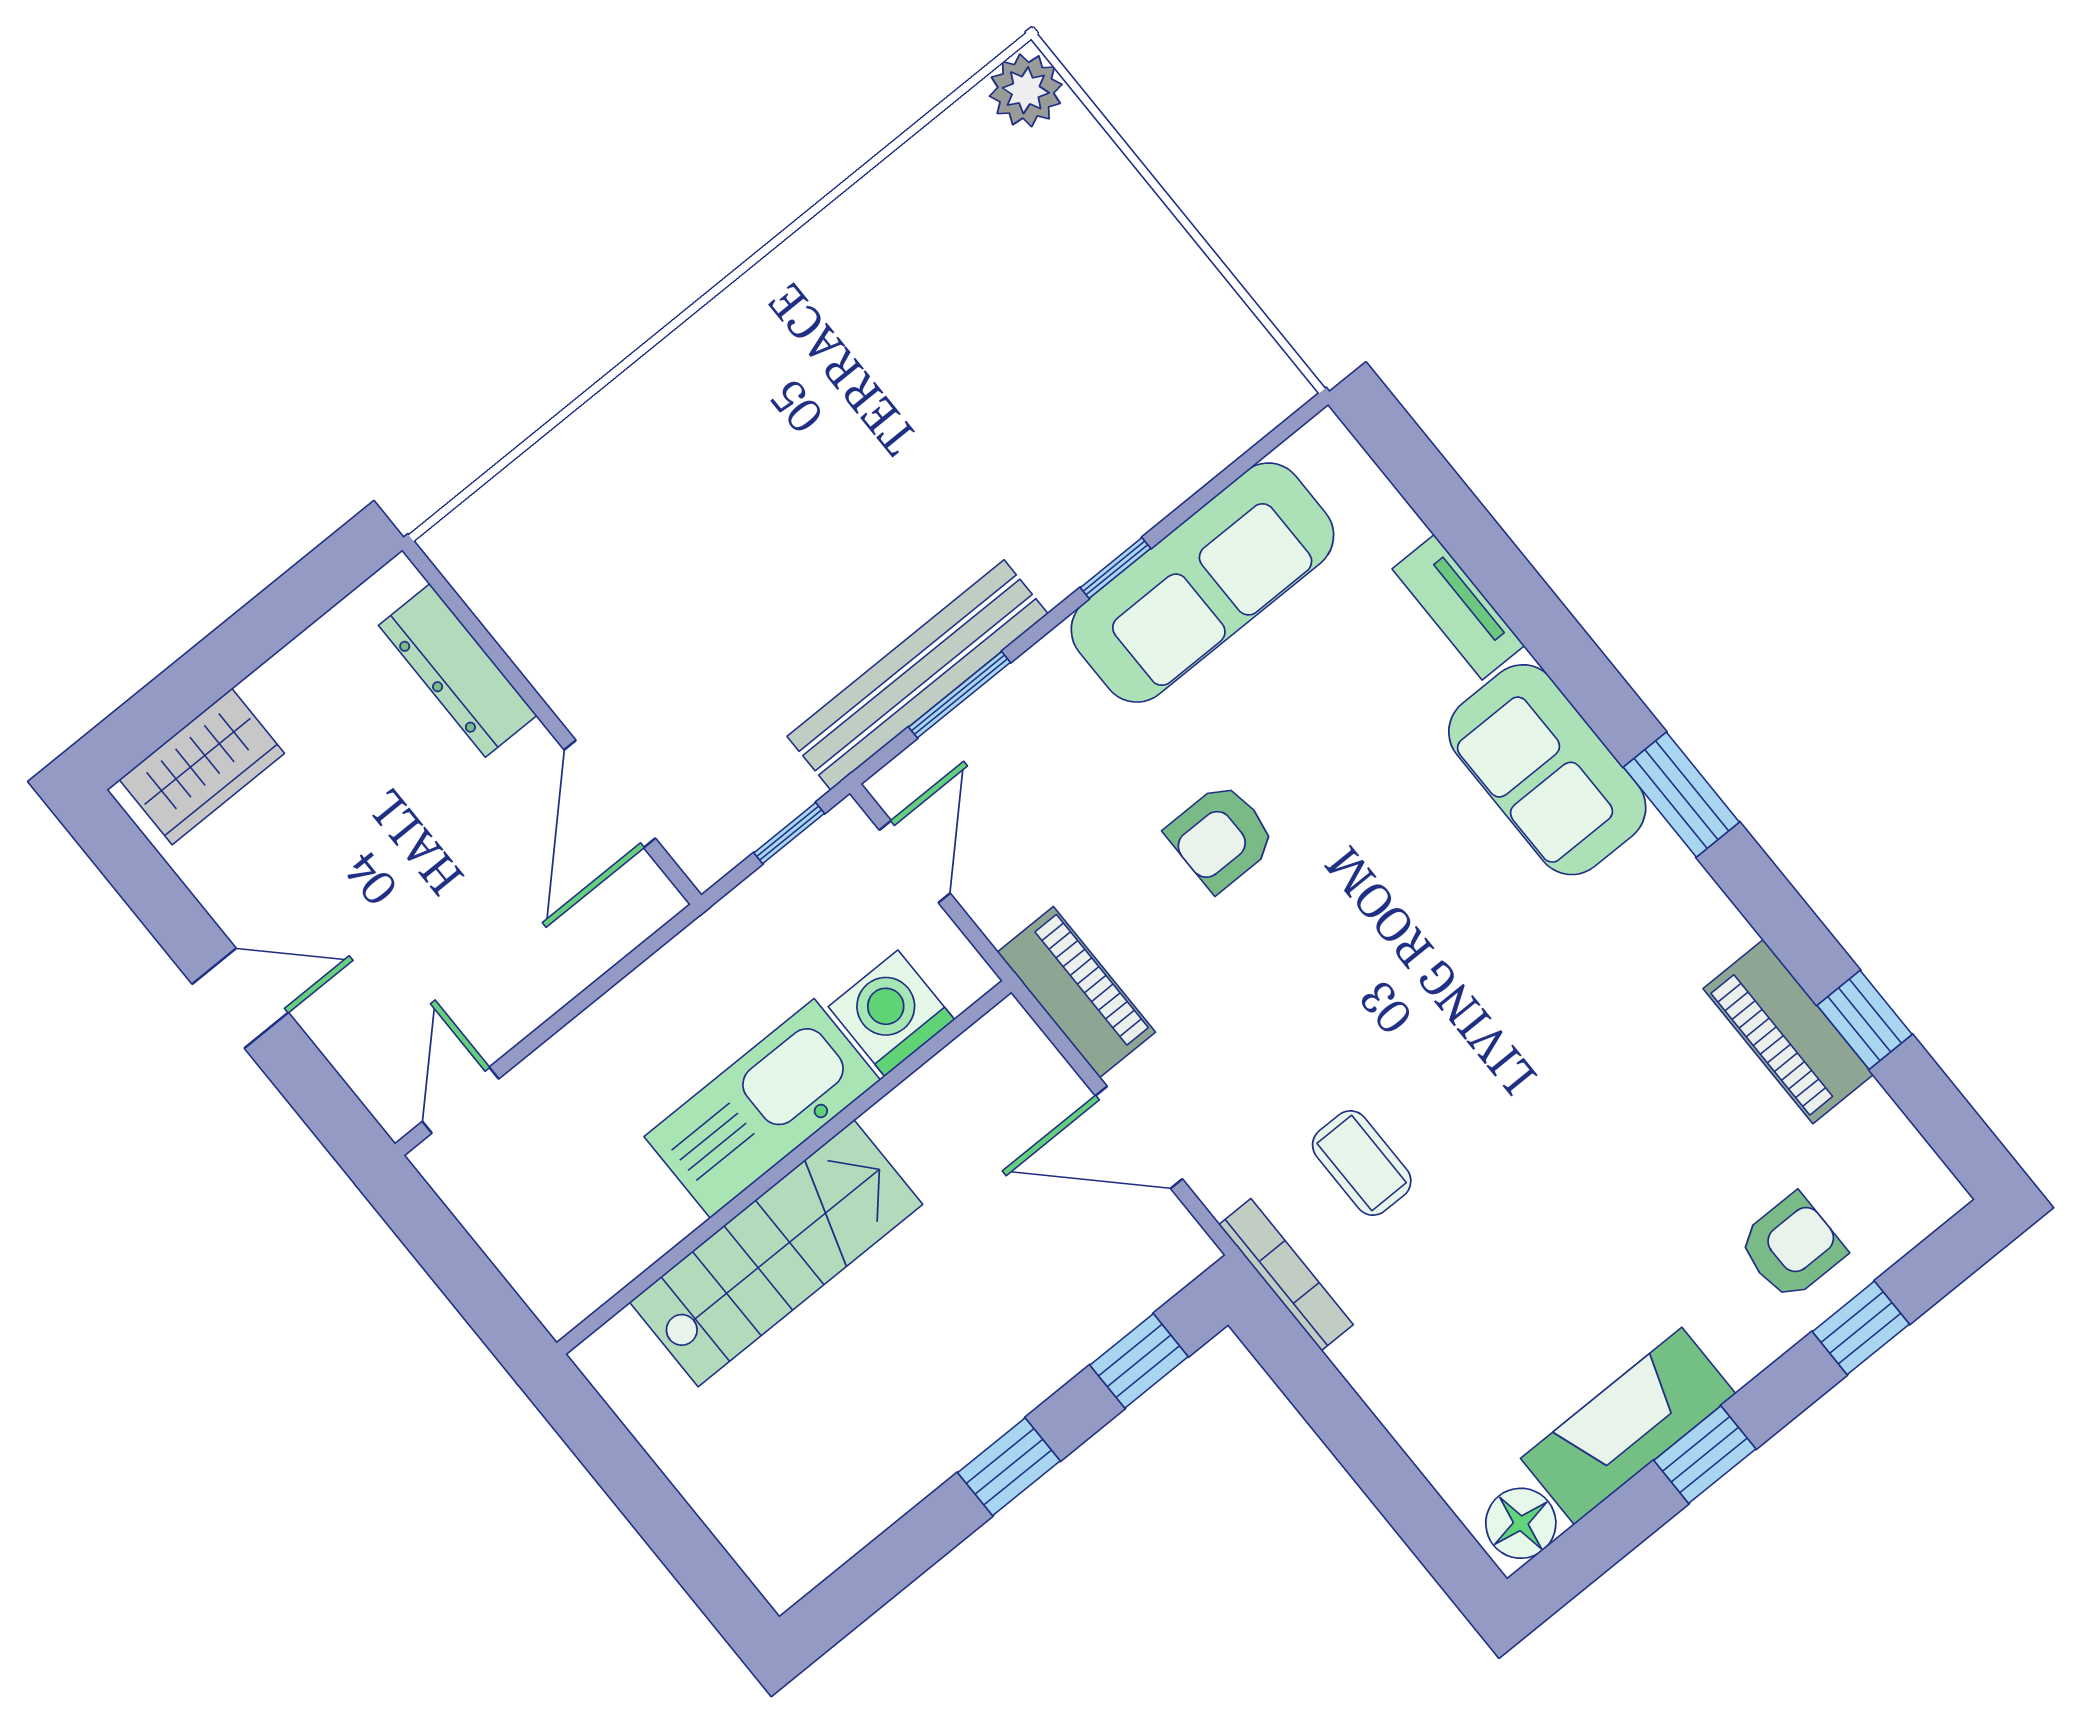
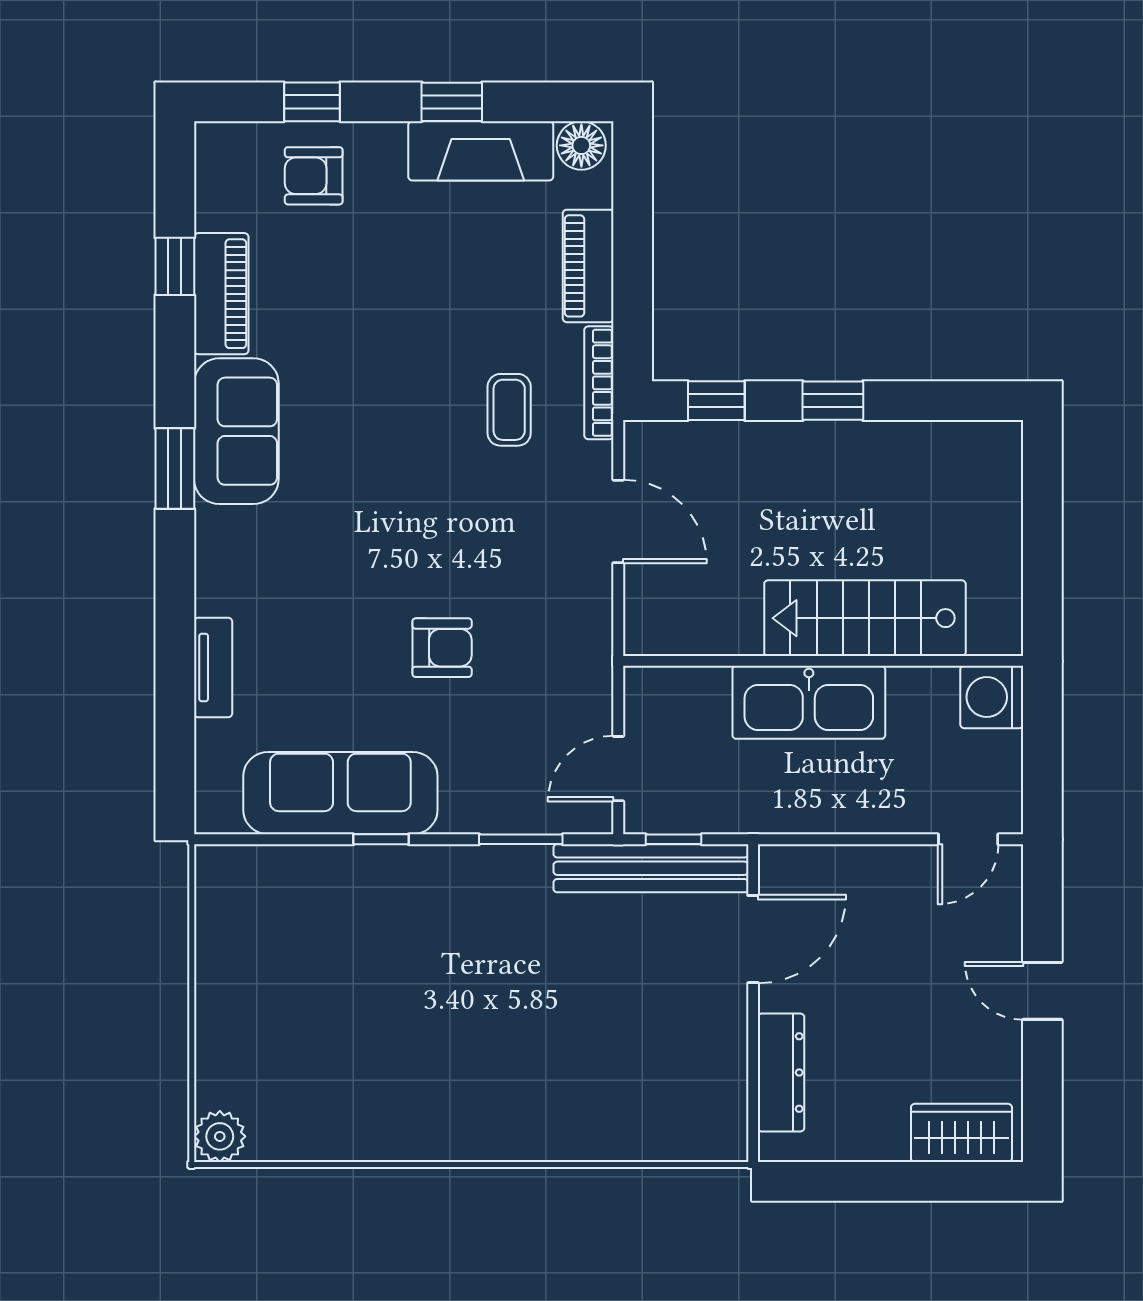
bench: (918, 675) -> (651, 868), moved
sofa: (1547, 770) -> (236, 431), moved
piano: (1076, 992) -> (588, 266), moved
washing machine: (891, 1013) -> (992, 697), moved, turned 90

